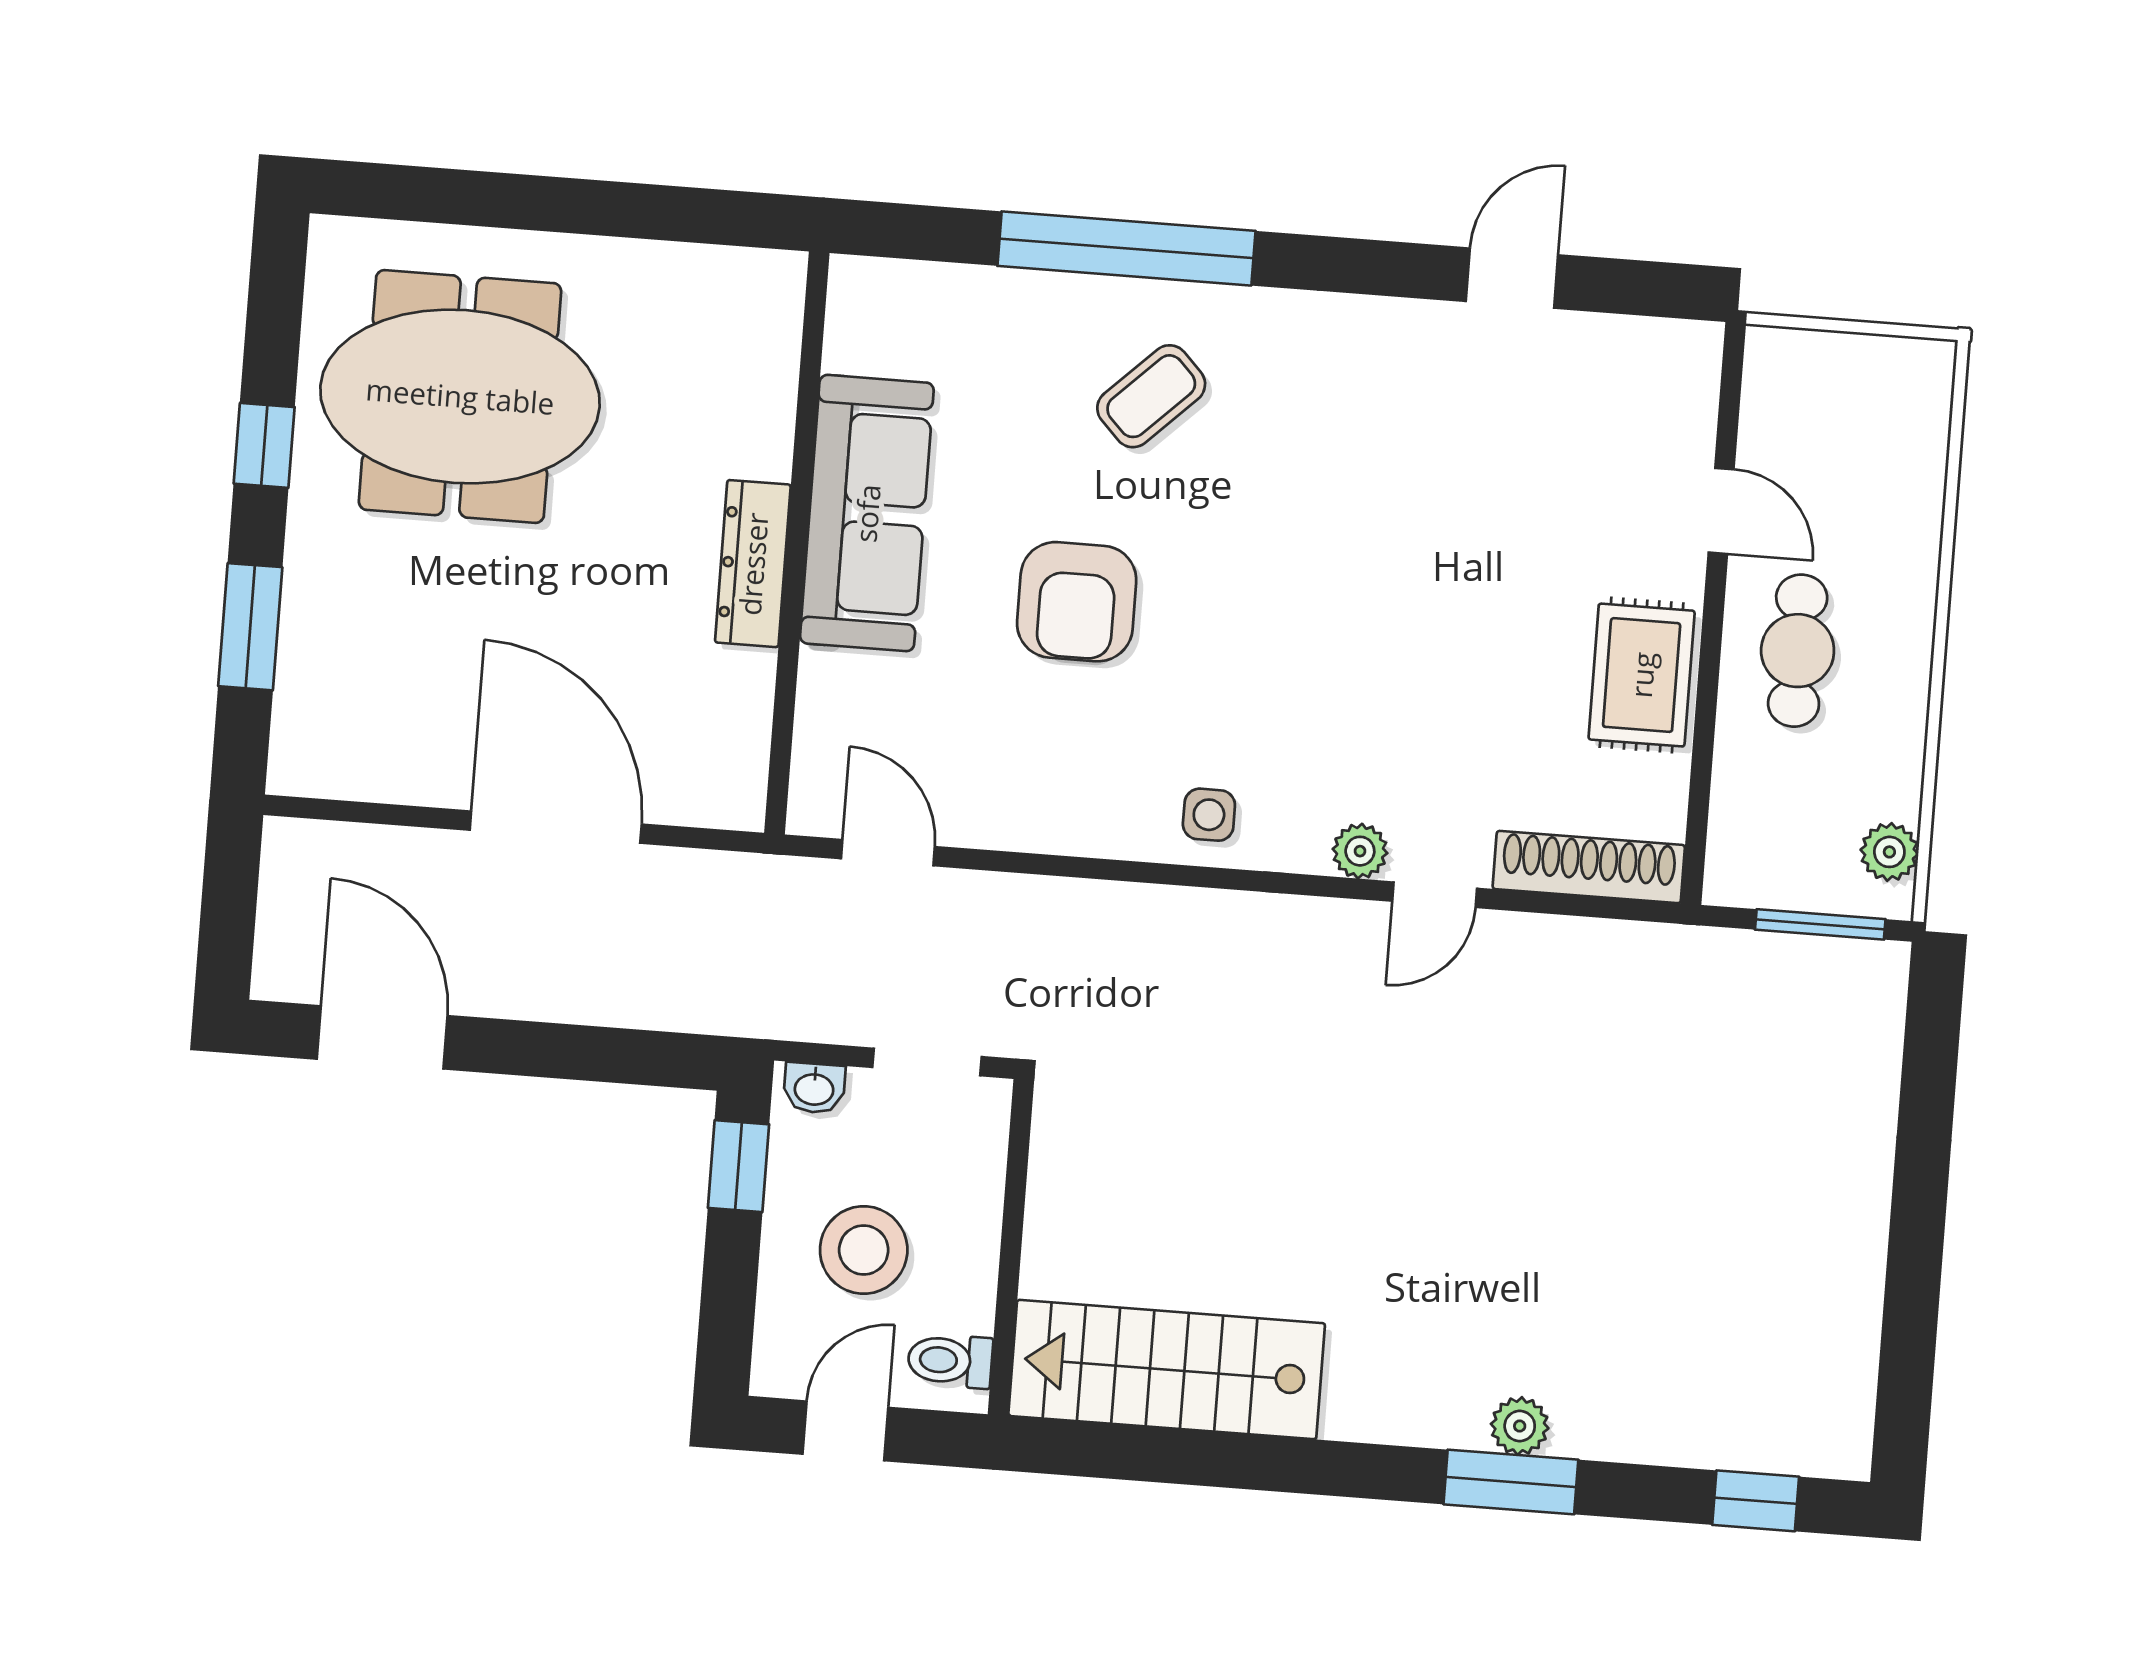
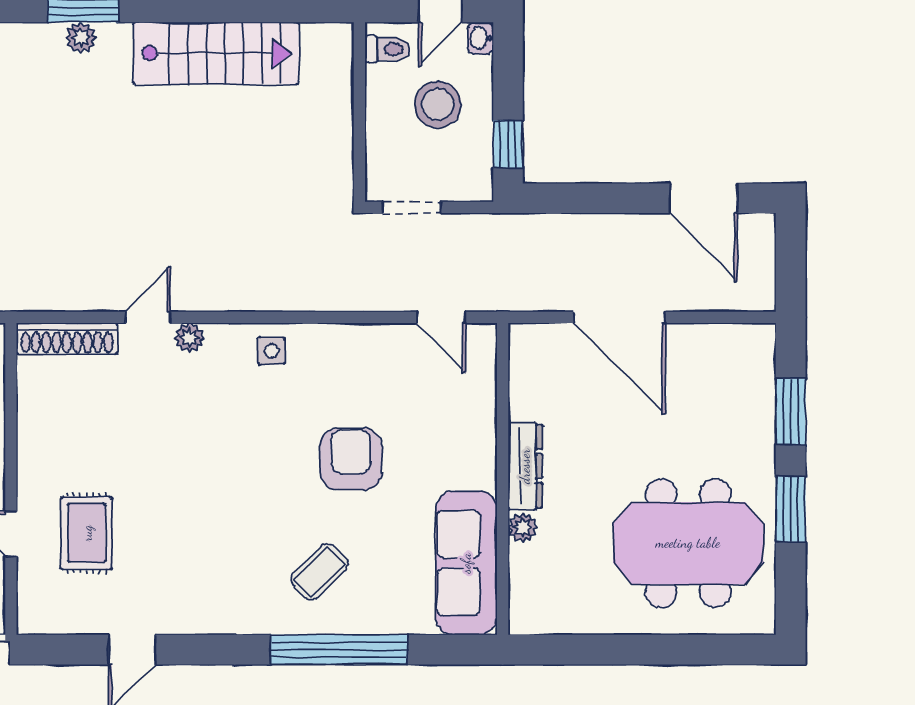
window: (264, 445) -> (791, 509), width x1.50
plant: (766, 450) -> (523, 527), added
sofa: (867, 513) -> (466, 563), moved
rug: (1642, 675) -> (87, 533), moved
washbasin: (814, 1088) -> (480, 38), moved, turned -90
stairs: (1167, 1370) -> (216, 53), moved

